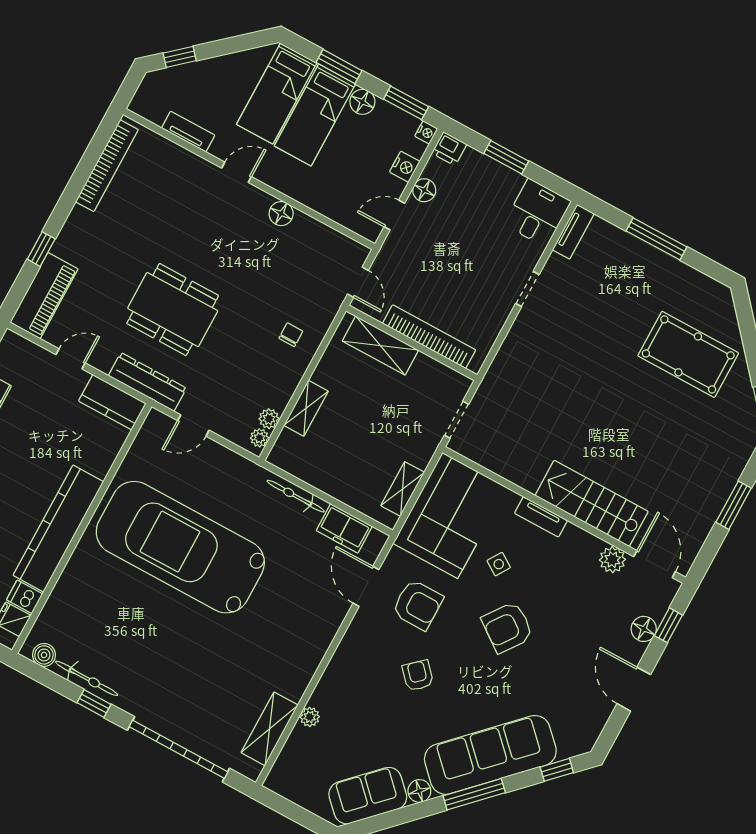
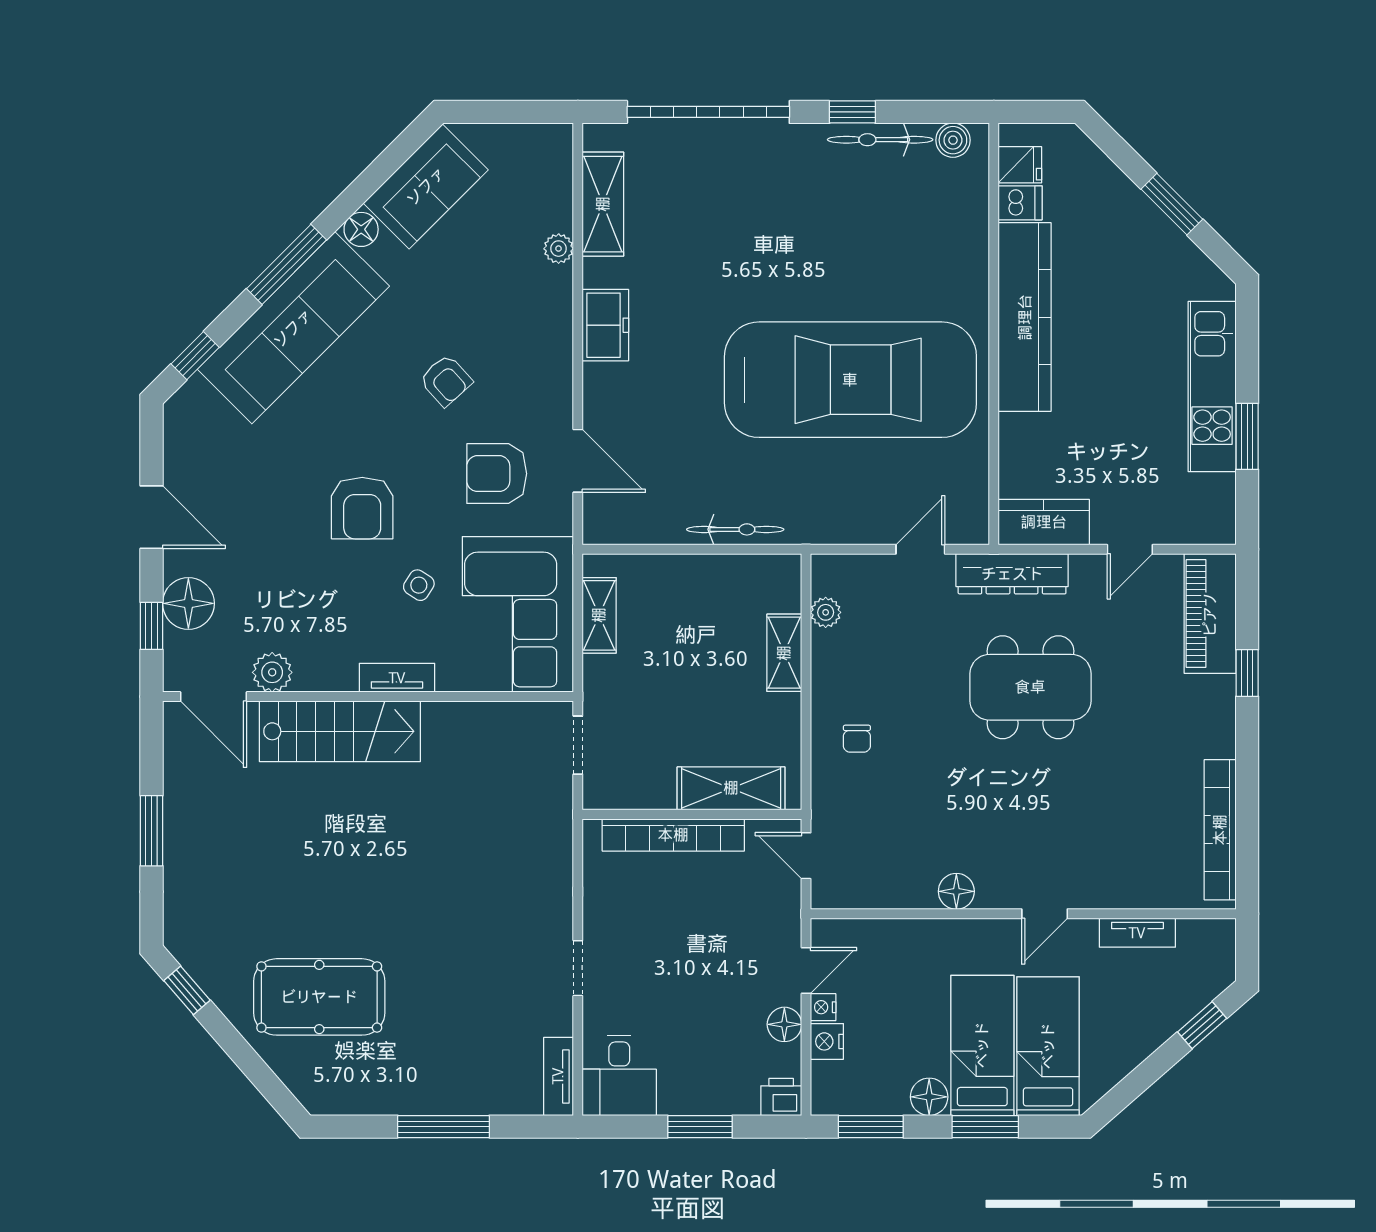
nightstand: (426, 132) -> (823, 1007), moved
plant: (259, 438) -> (824, 580), removed
freezer: (344, 528) -> (605, 325), moved, turned 90
armchair: (507, 627) -> (362, 508), turned 144
floor lamp: (644, 629) -> (188, 603), width x1.38, depth x1.38

